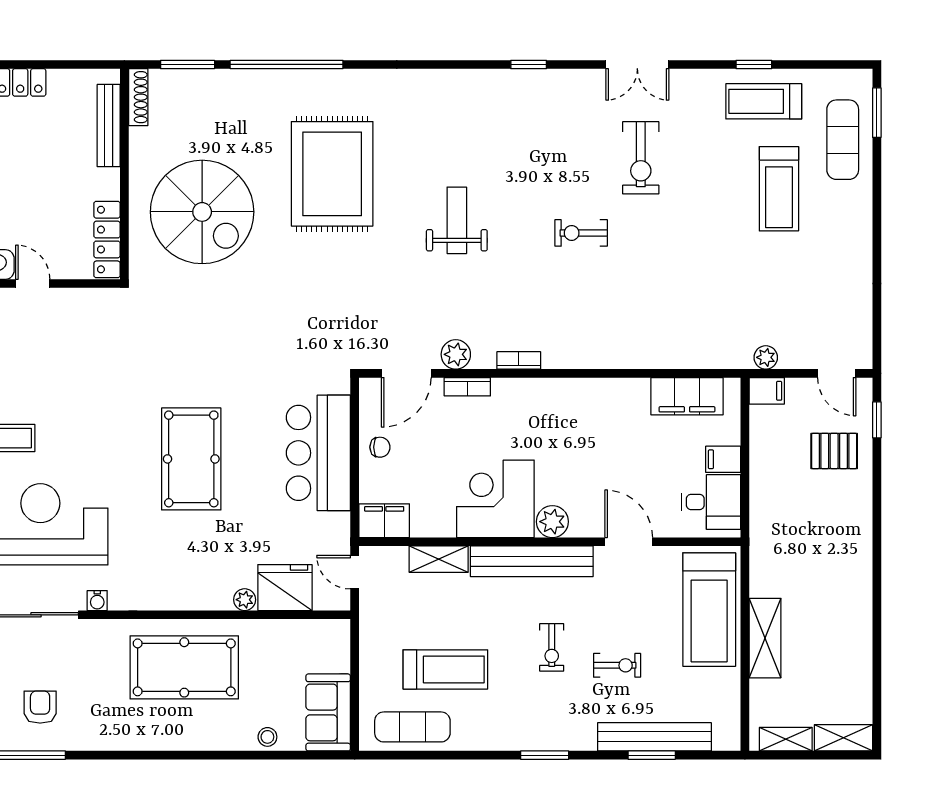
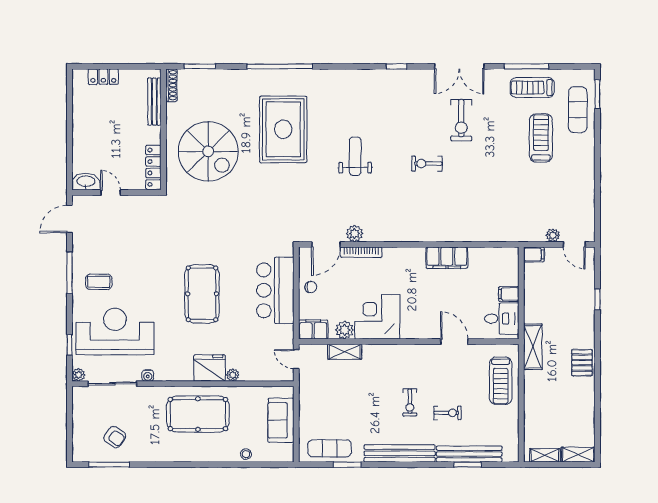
window: (287, 64) -> (280, 66), moved
double door: (637, 64) -> (459, 66), width x1.37
window: (754, 64) -> (526, 66), width x2.17
treadmill: (779, 189) -> (541, 138), turned 180
plant: (766, 357) -> (553, 235), moved
bookcase: (519, 360) -> (391, 237), removed
bookcase: (467, 387) -> (361, 252), width x1.56
filing cabinet: (687, 396) -> (447, 258), moved
window: (877, 420) -> (597, 299), moved
pallet: (834, 451) -> (582, 363), moved, turned 90
plant: (552, 522) -> (345, 330), moved
bench: (532, 561) -> (400, 453), moved
fridge: (285, 588) -> (210, 368), moved
treadmill: (709, 610) -> (501, 381), width x0.73, depth x0.73
shelving: (765, 638) -> (533, 347), moved
treadmill: (445, 669) -> (349, 415), removed
armchair: (40, 707) -> (115, 437), turned 125
sofa: (328, 712) -> (281, 420), moved
window: (545, 755) -> (347, 465), moved

